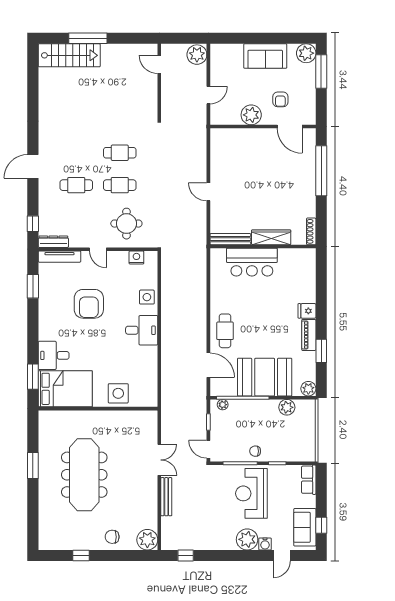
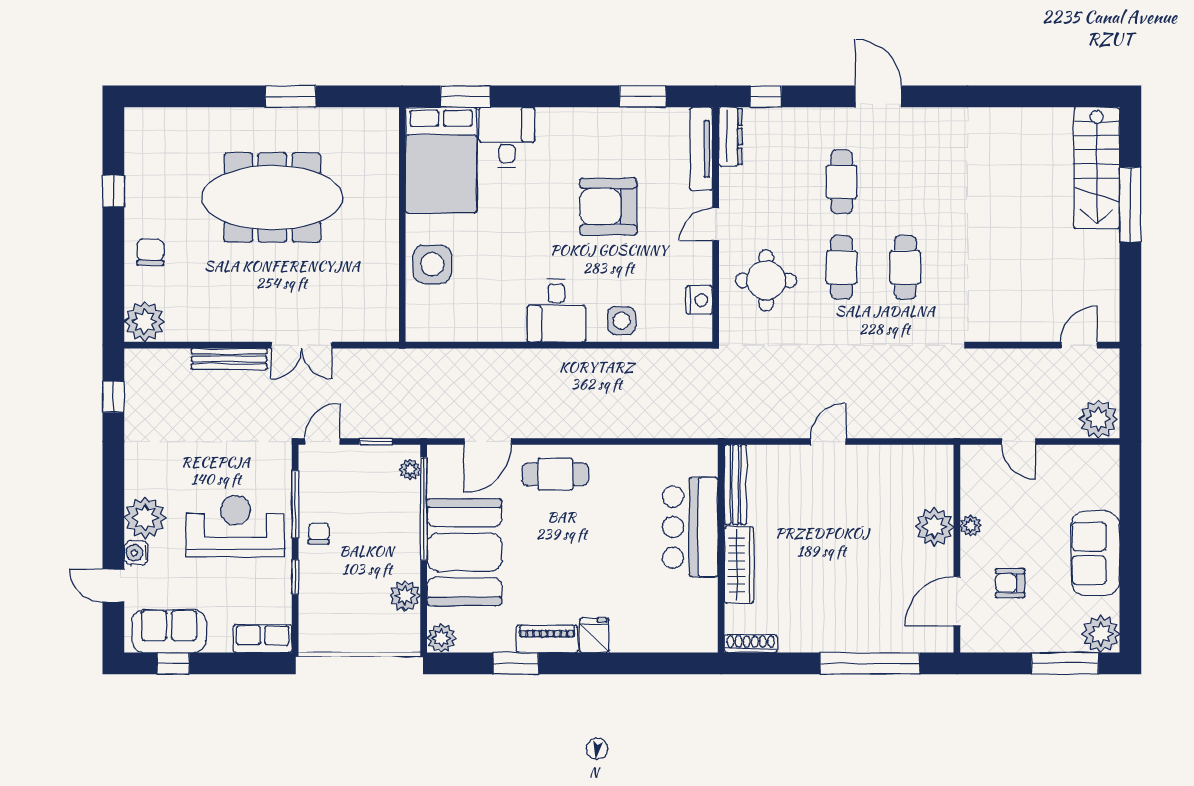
plant: (251, 115) -> (971, 526), width x0.53, depth x0.53
plant: (252, 138) -> (934, 527), added

